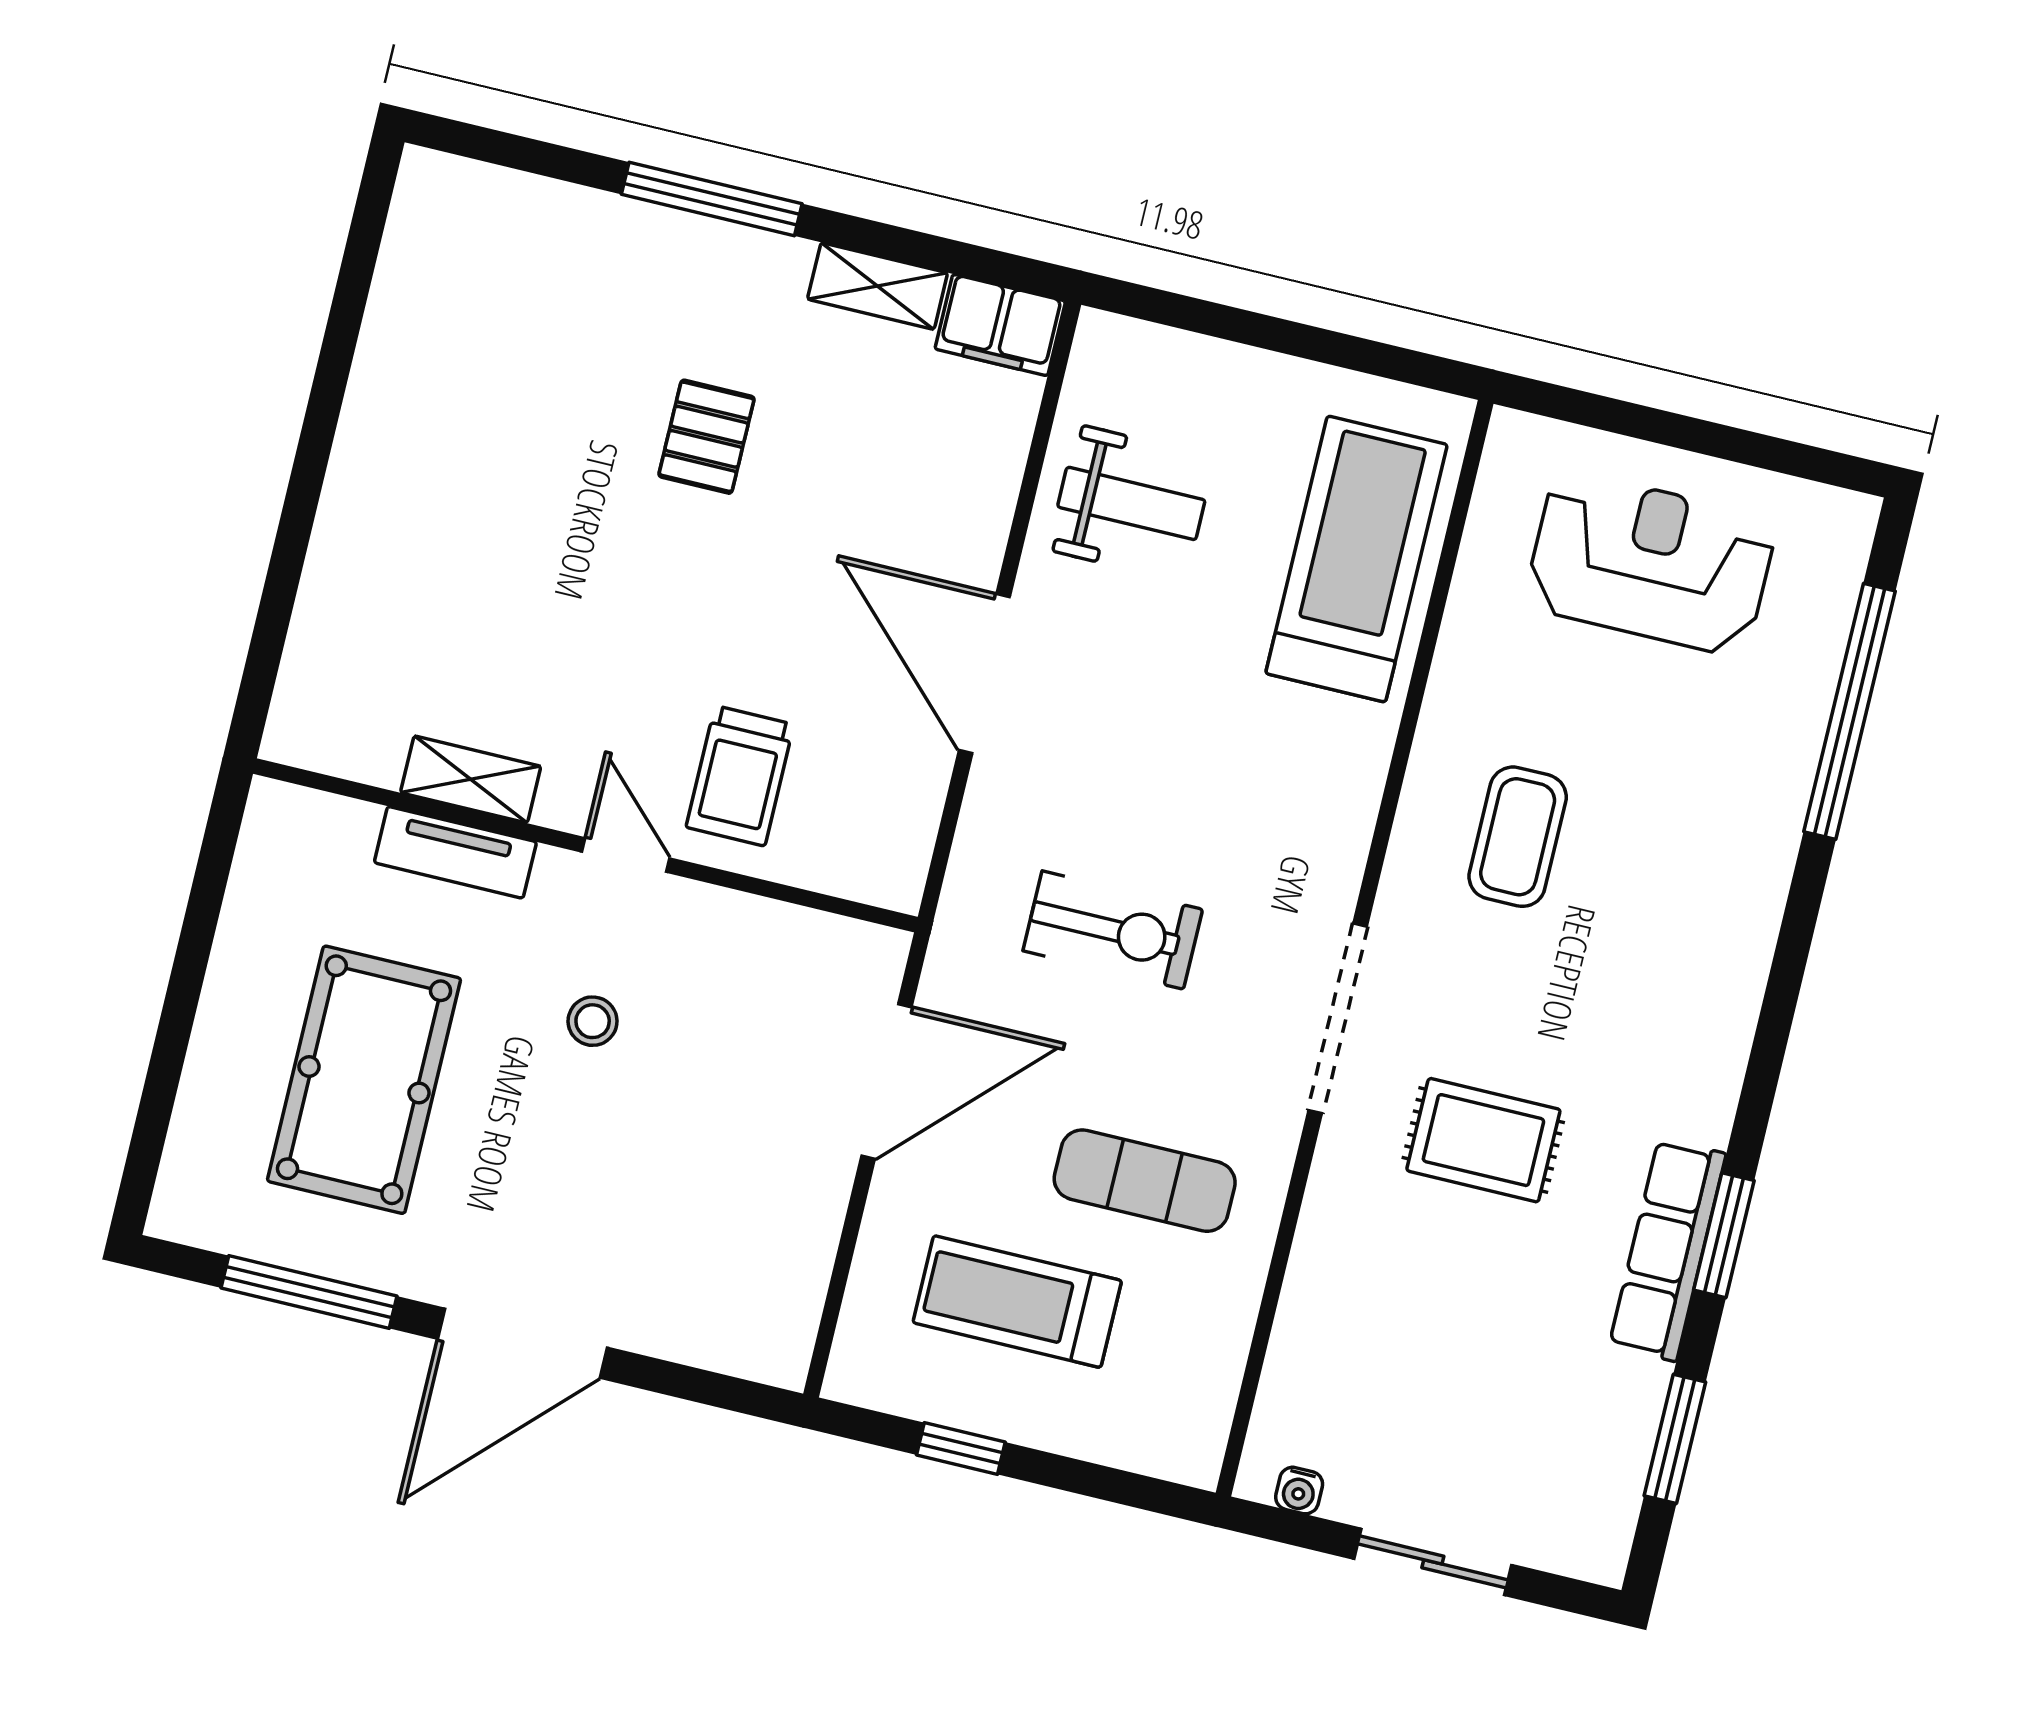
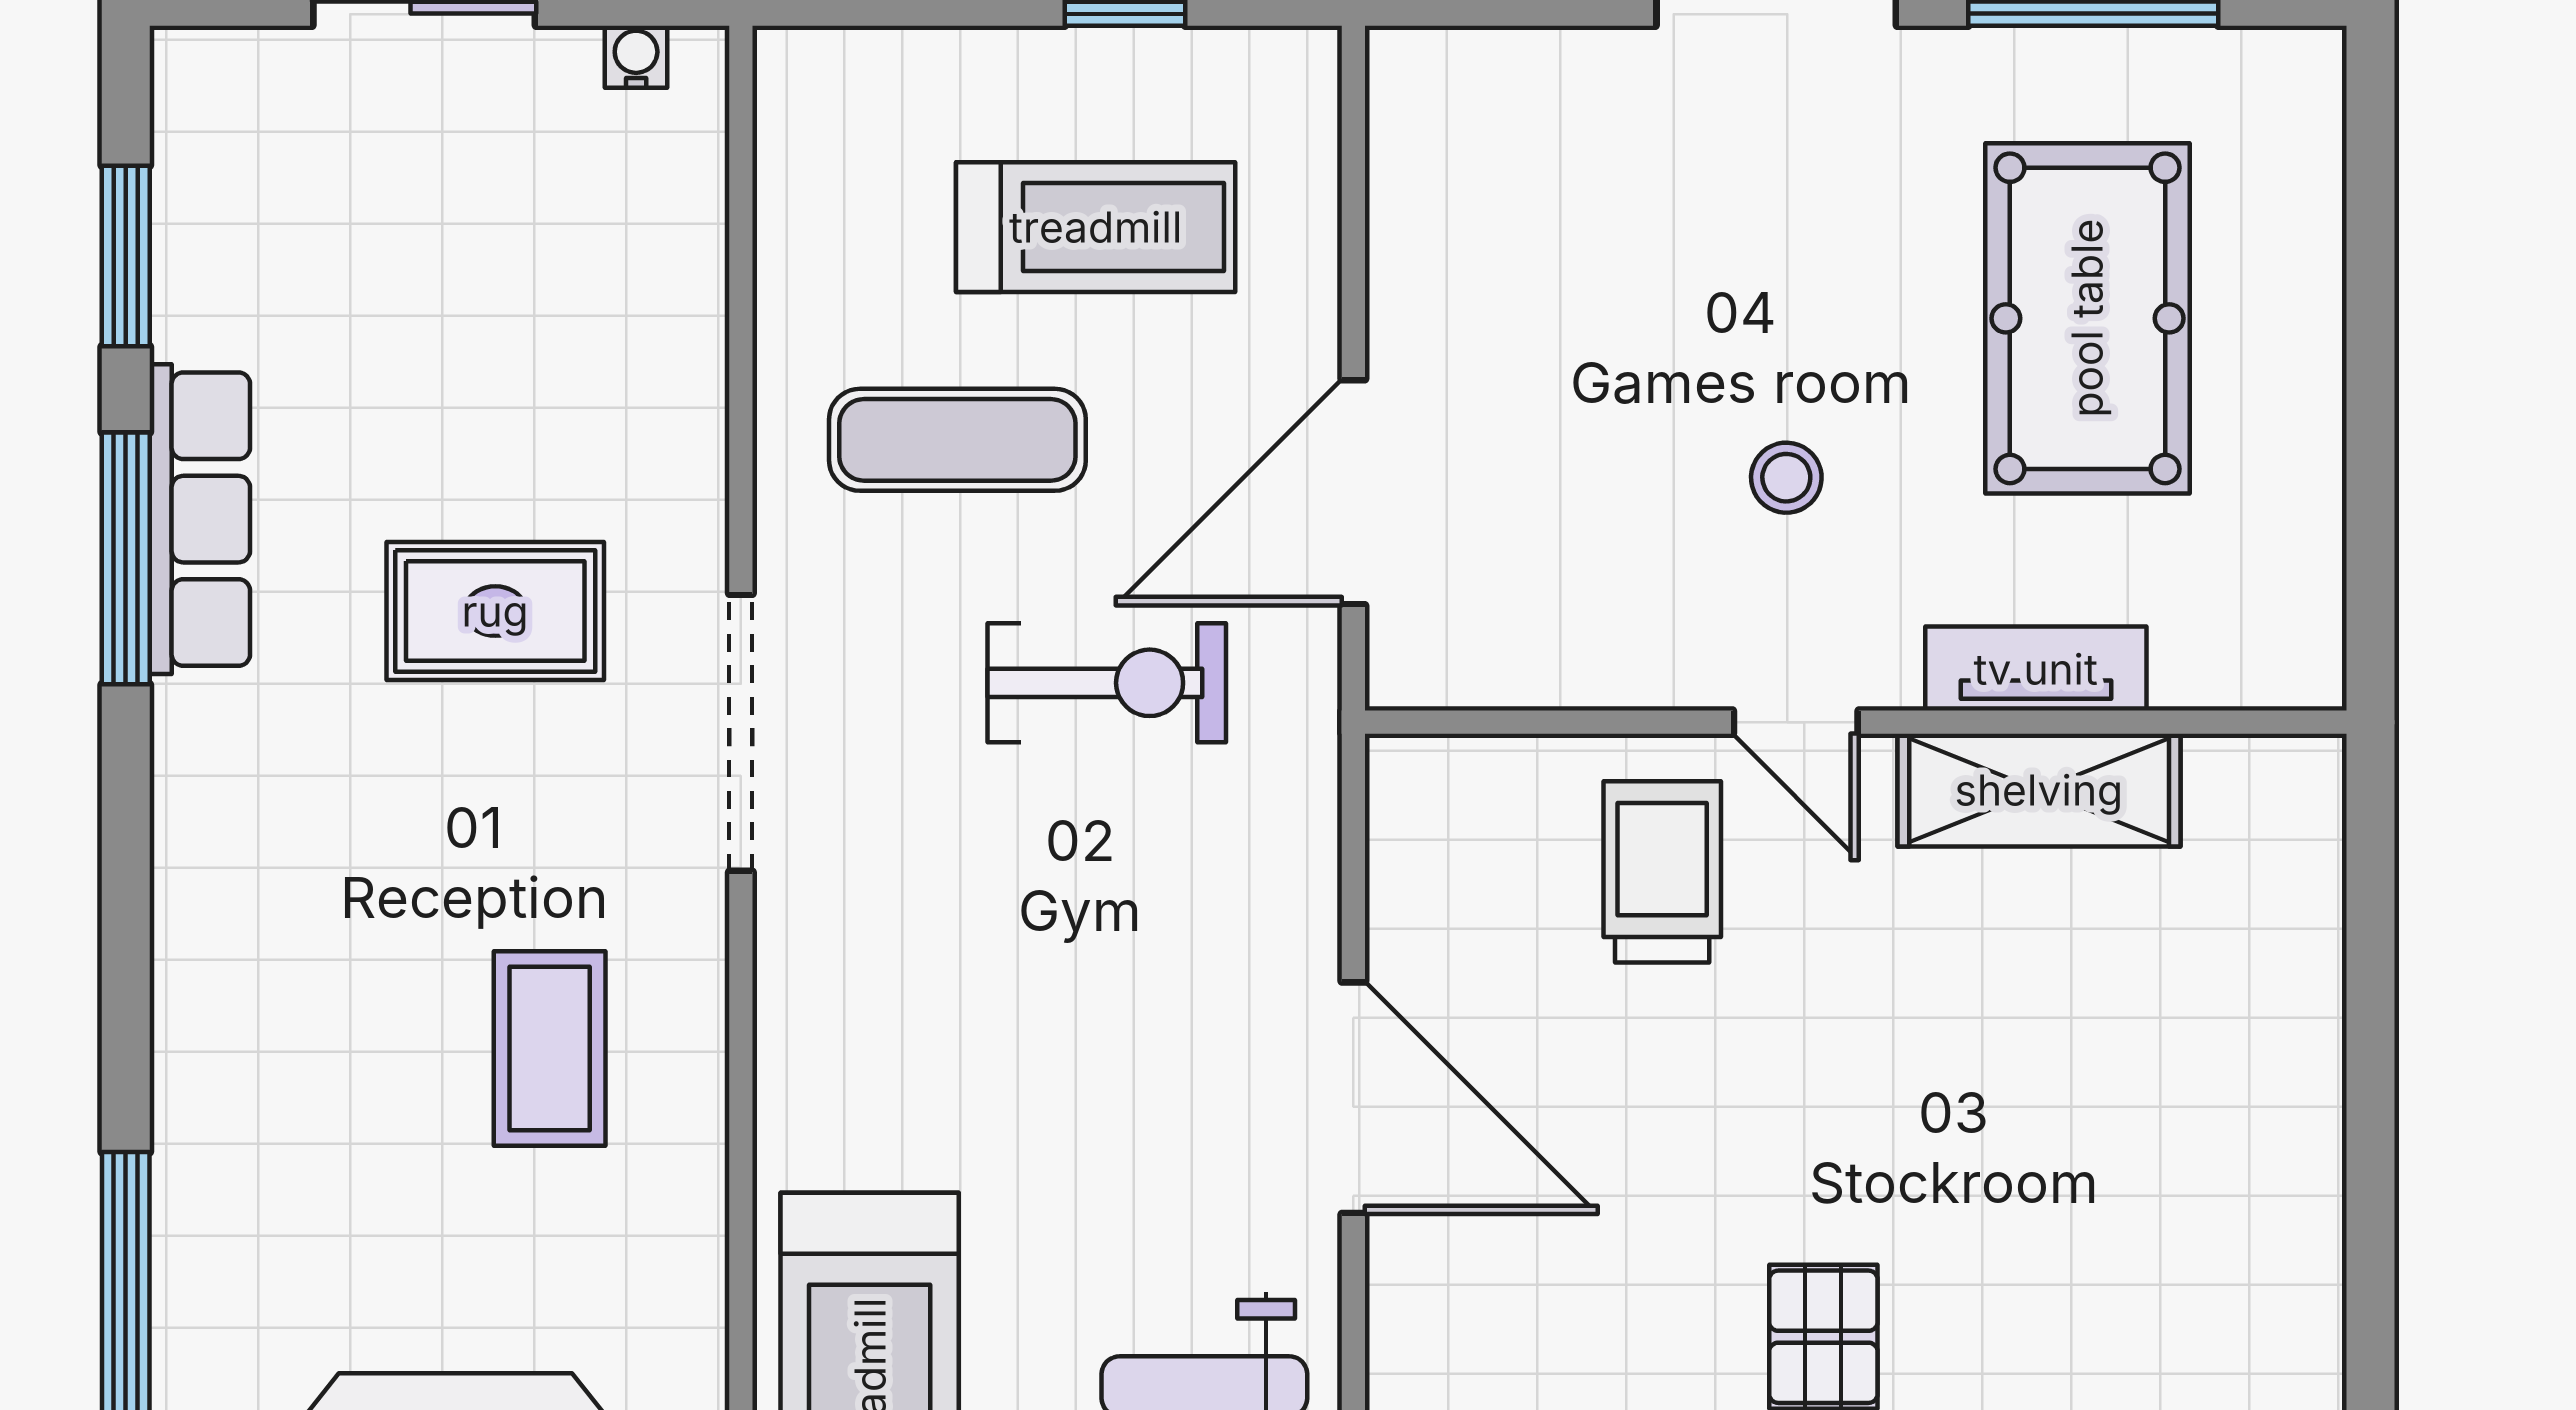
shelving: (471, 779) -> (2039, 790), width x1.50, depth x1.33
exercise bike: (1113, 930) -> (1107, 683), moved, turned 180
window: (1724, 1235) -> (126, 558), width x1.44

